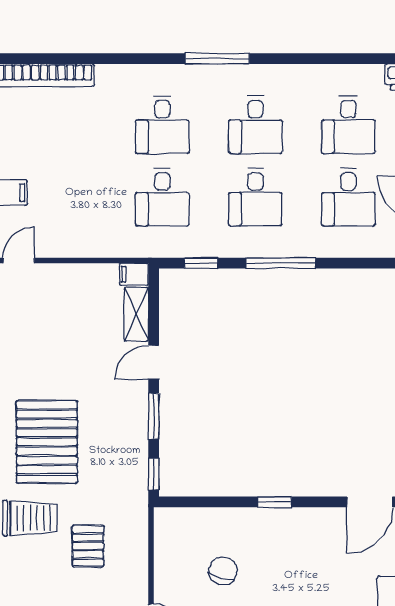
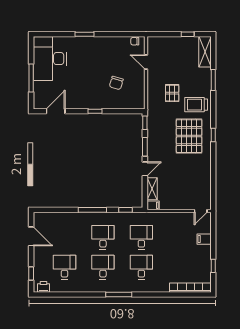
desk: (348, 197) -> (64, 237), removed

